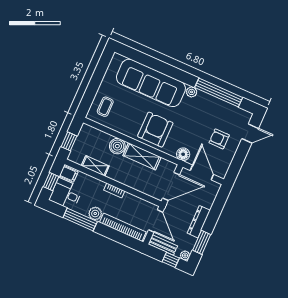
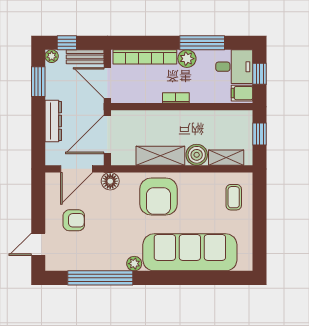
shelving: (95, 166) -> (226, 158), moved
door: (202, 172) -> (77, 169), hinge flipped
dresser: (199, 222) -> (53, 121), moved

